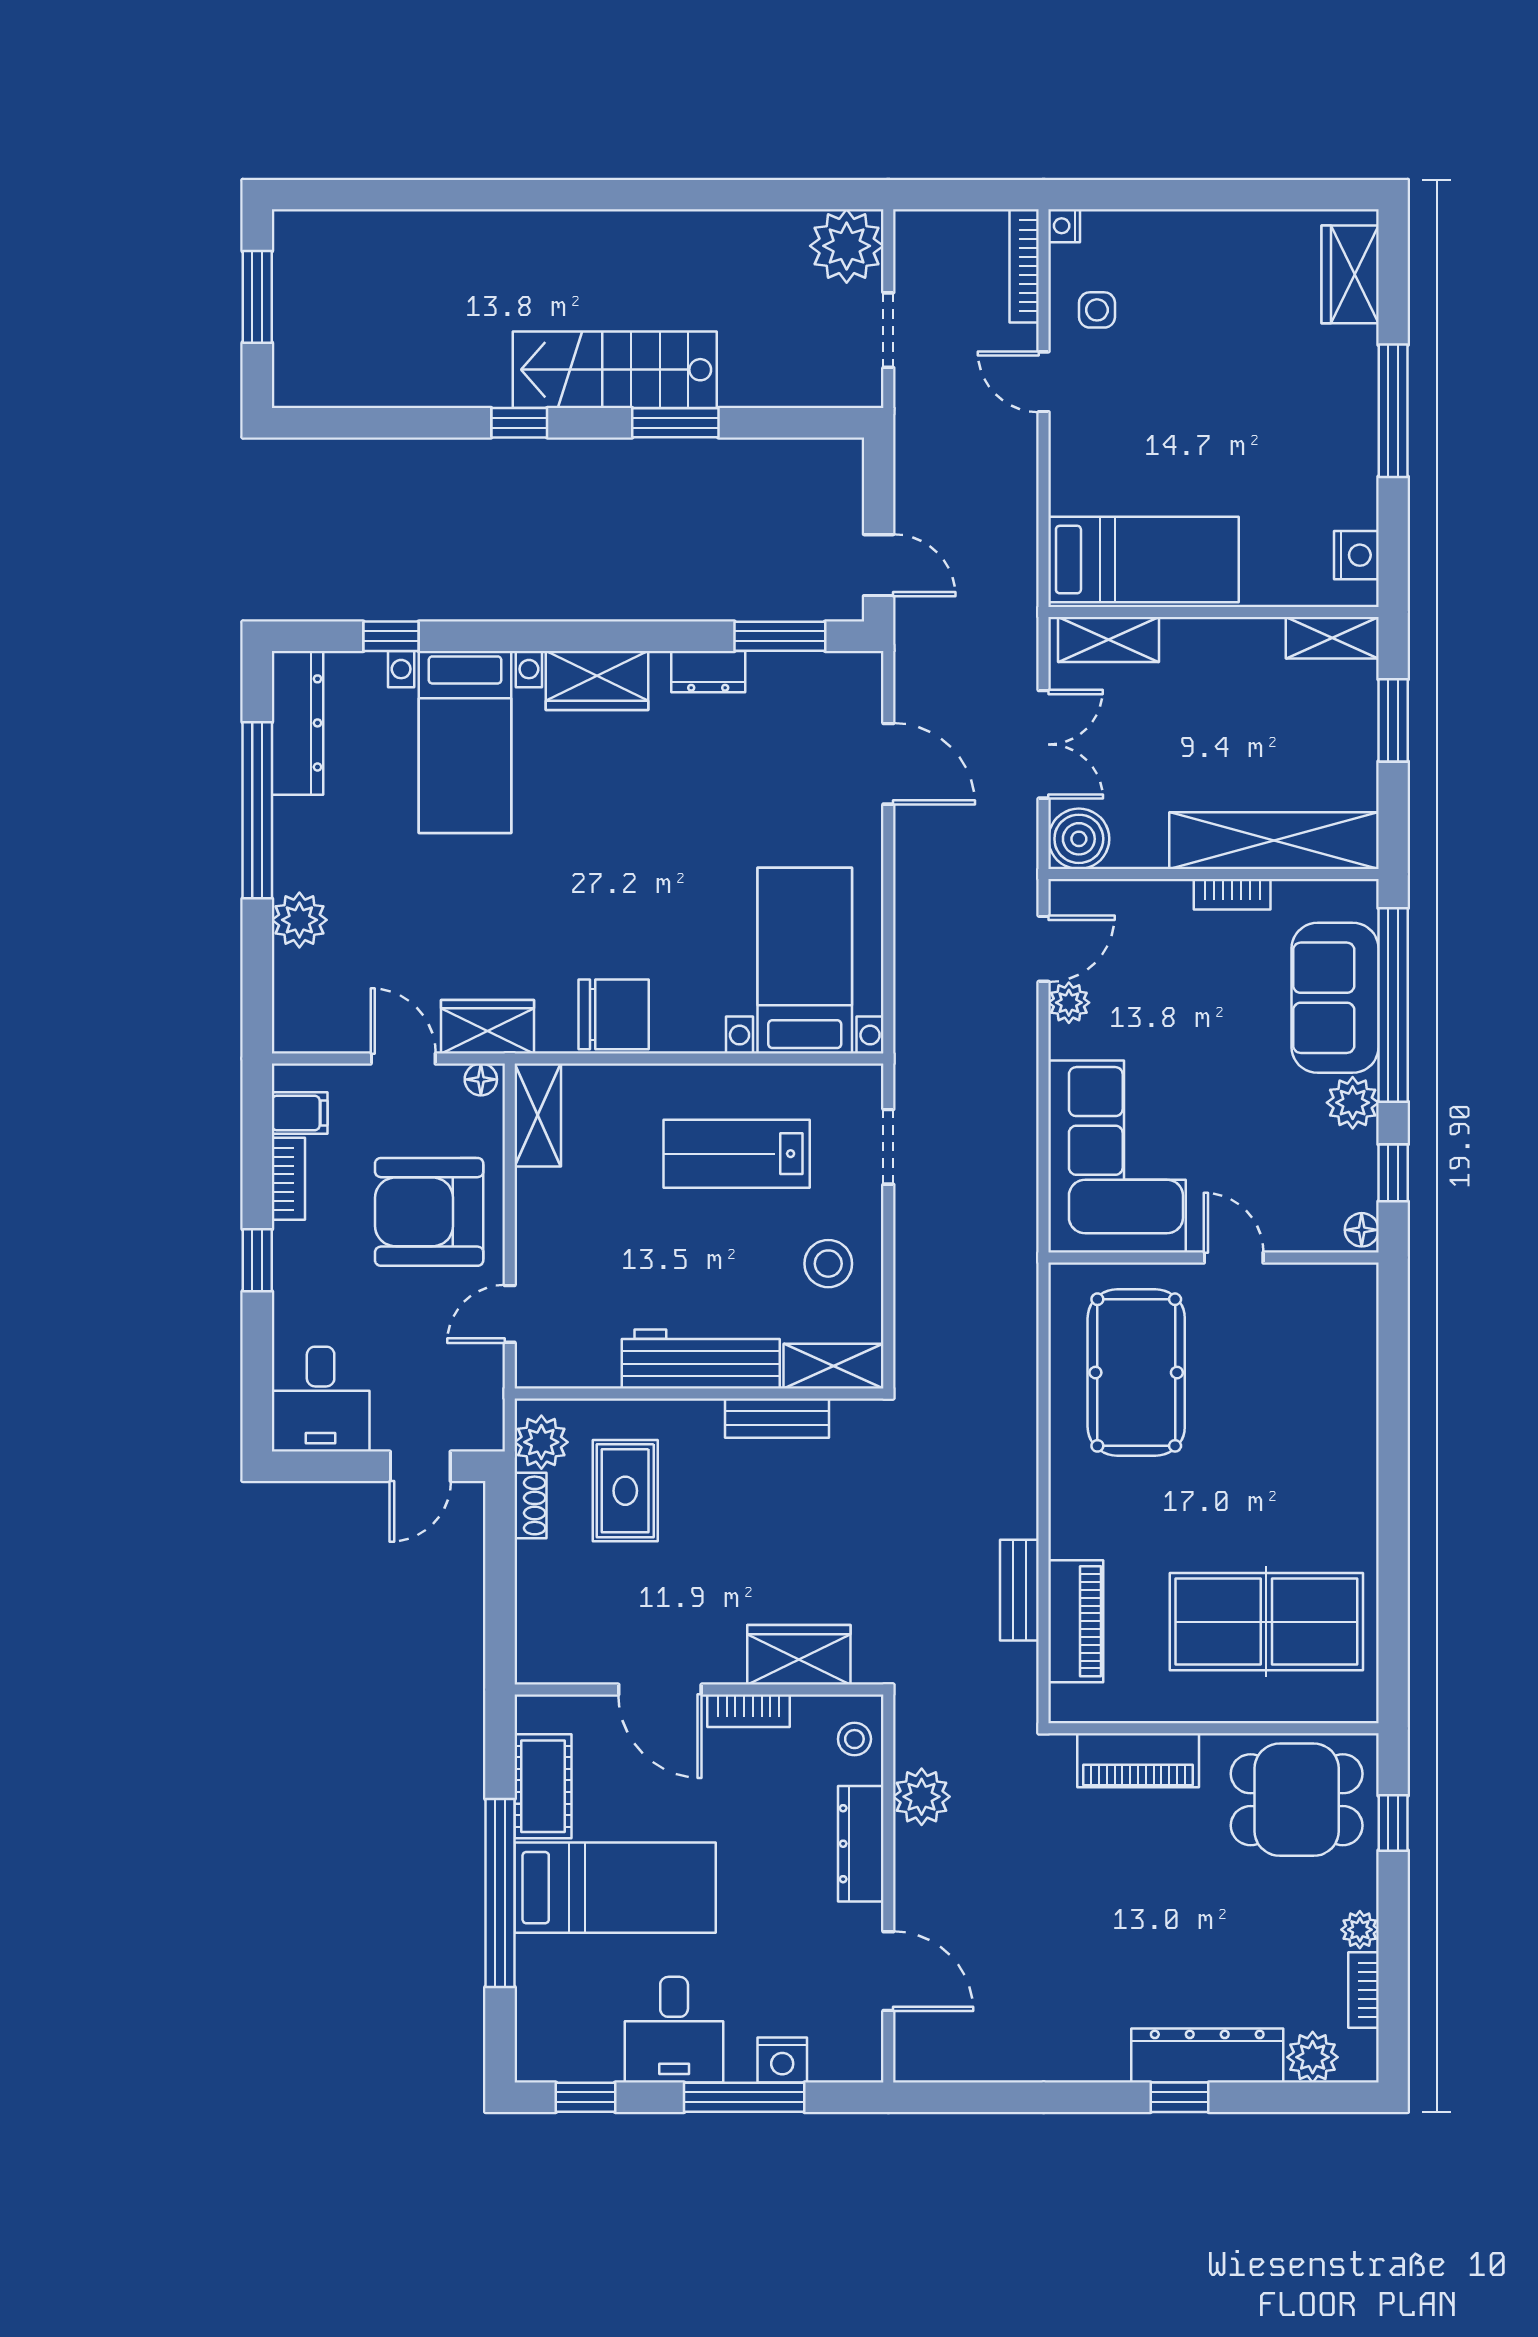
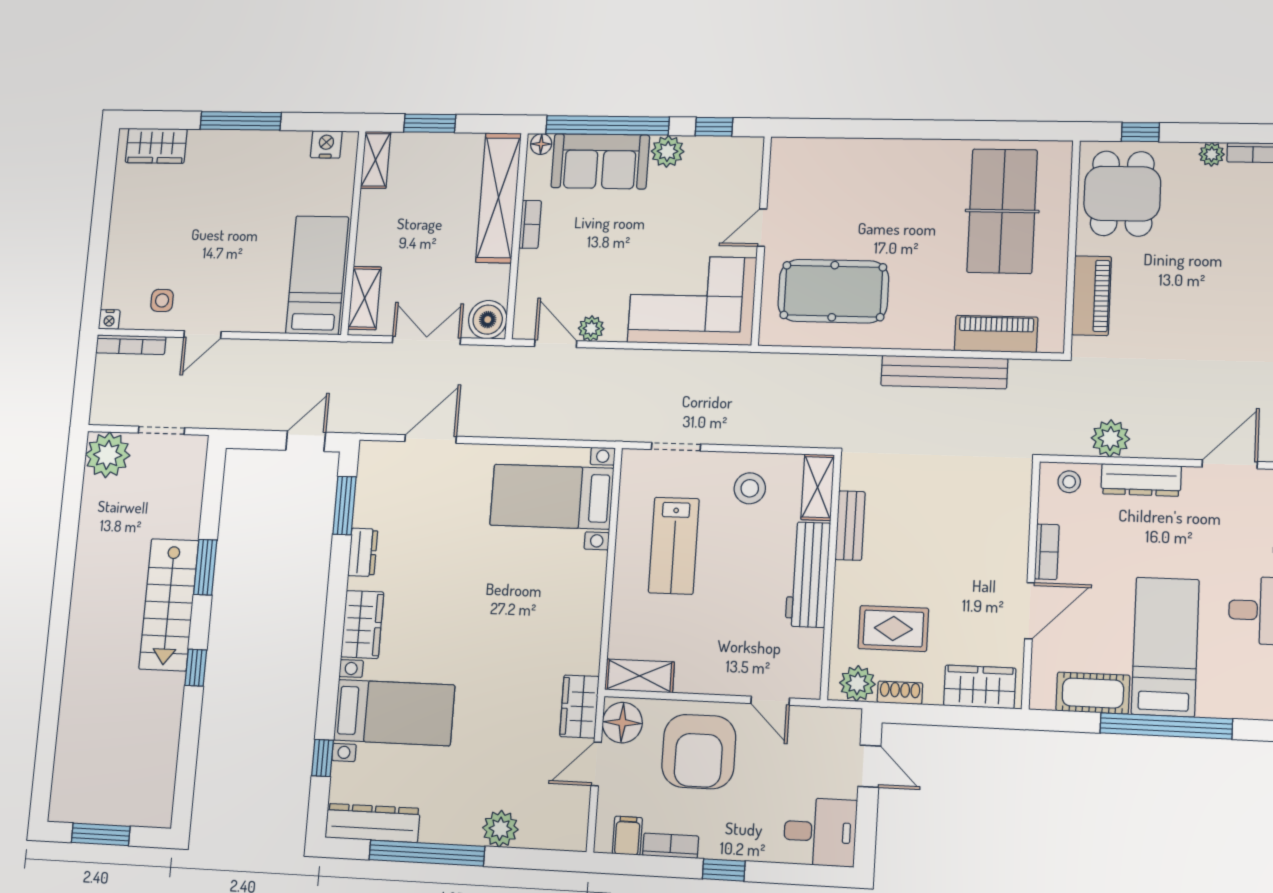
chair: (614, 1014) -> (577, 623), removed
floor lamp: (481, 1079) -> (622, 723), width x1.89, depth x1.89
floor lamp: (1362, 1230) -> (541, 144), moved
bench: (1019, 1590) -> (944, 372), width x1.86, depth x1.21
wardrobe: (799, 1655) -> (980, 687), moved, turned 90

